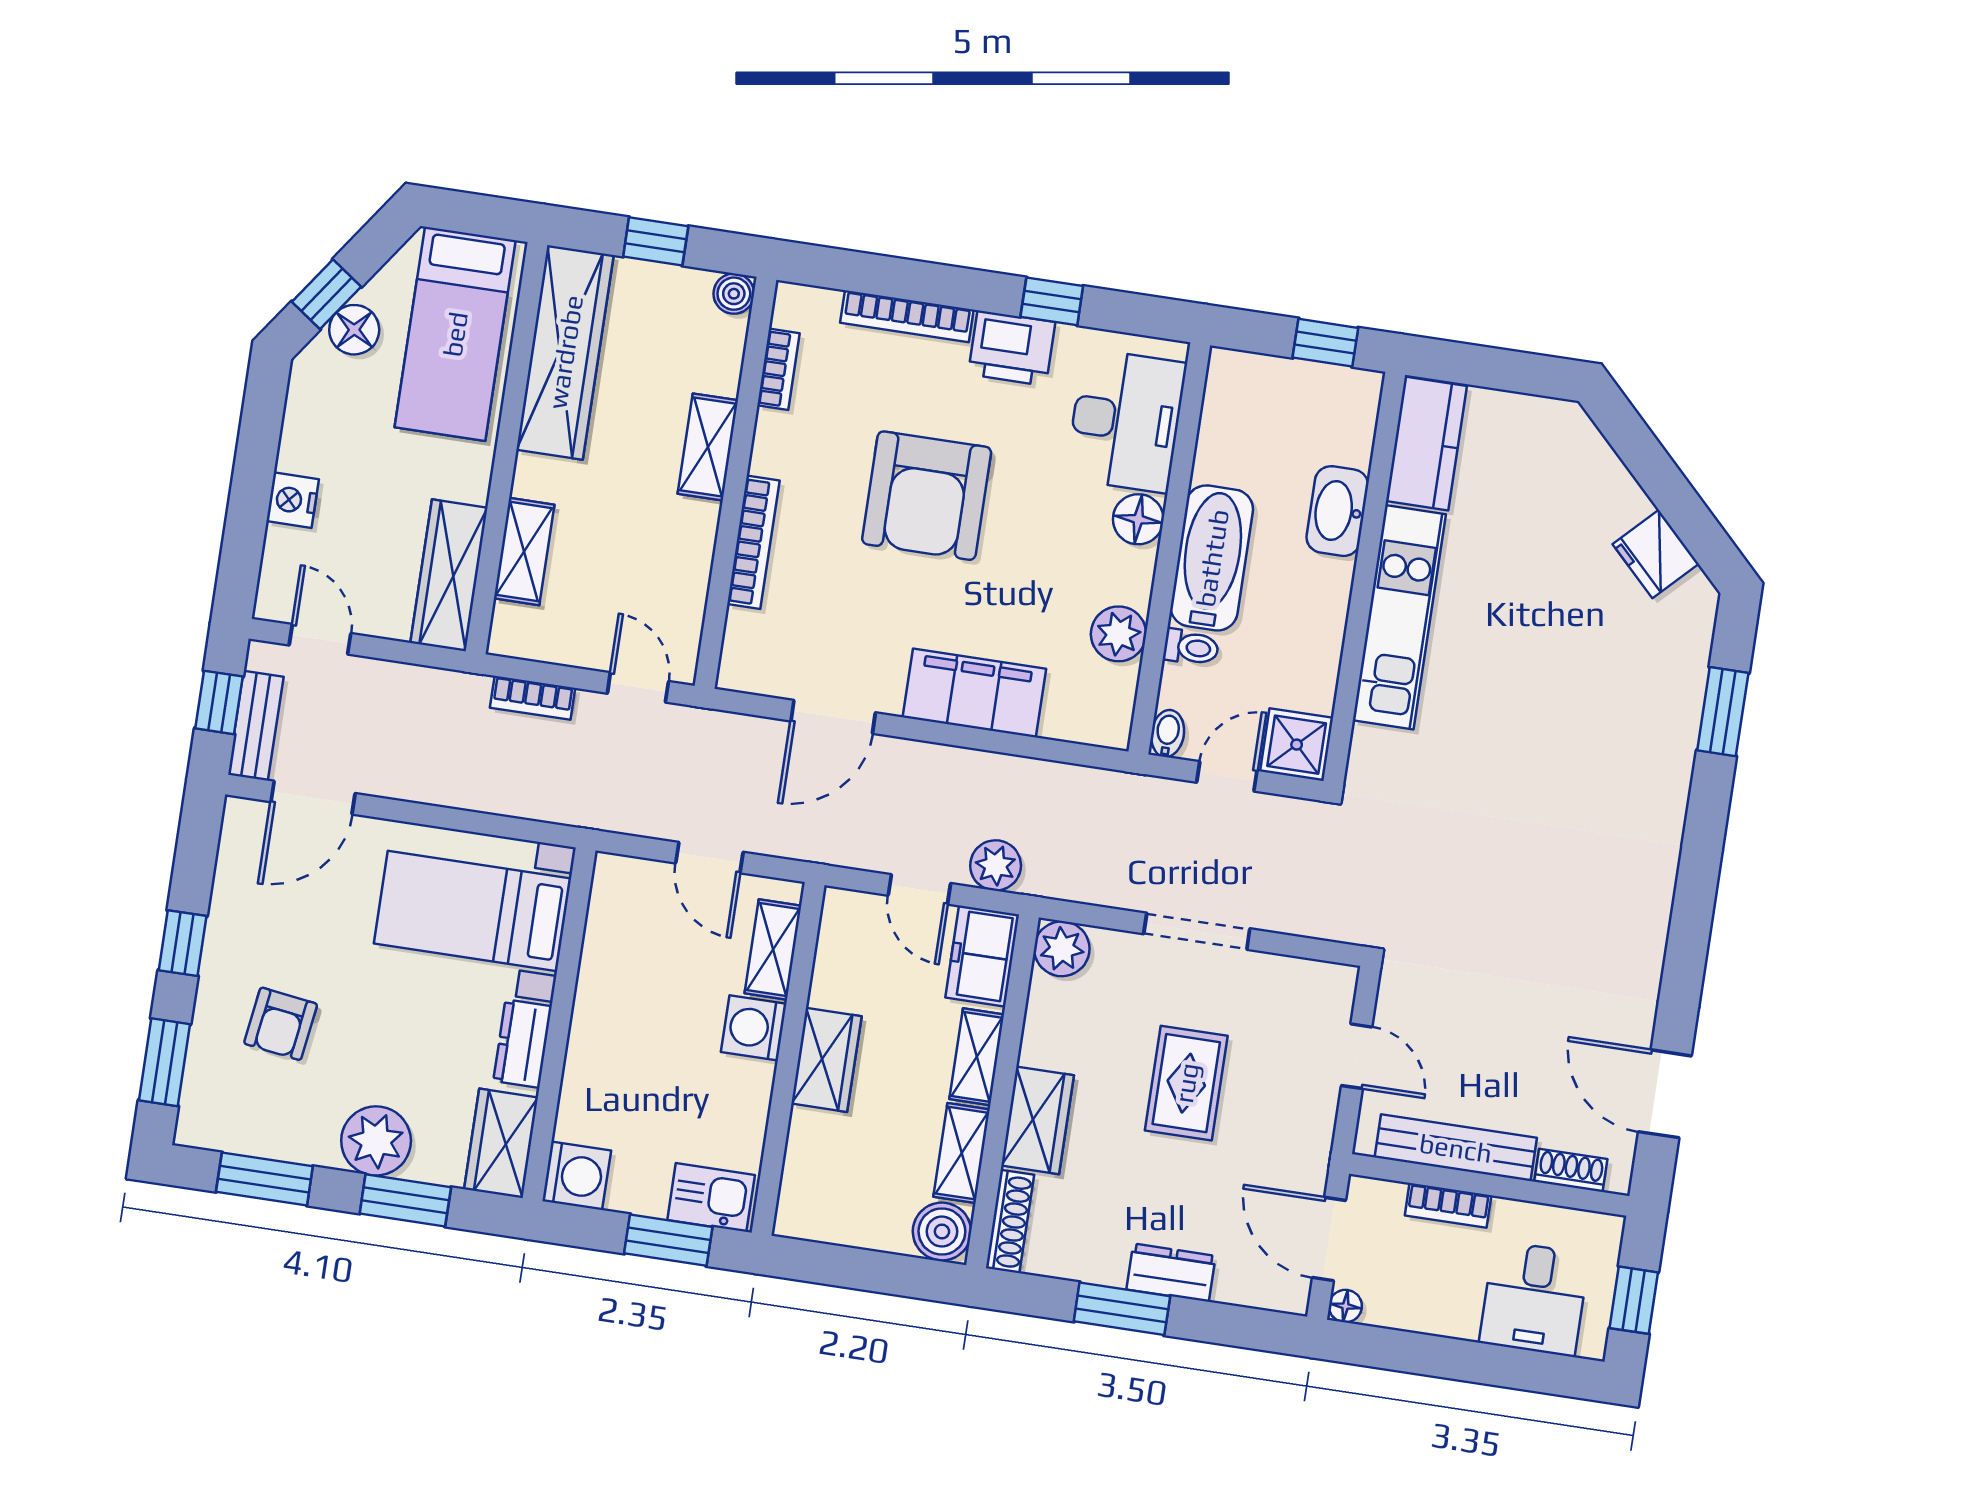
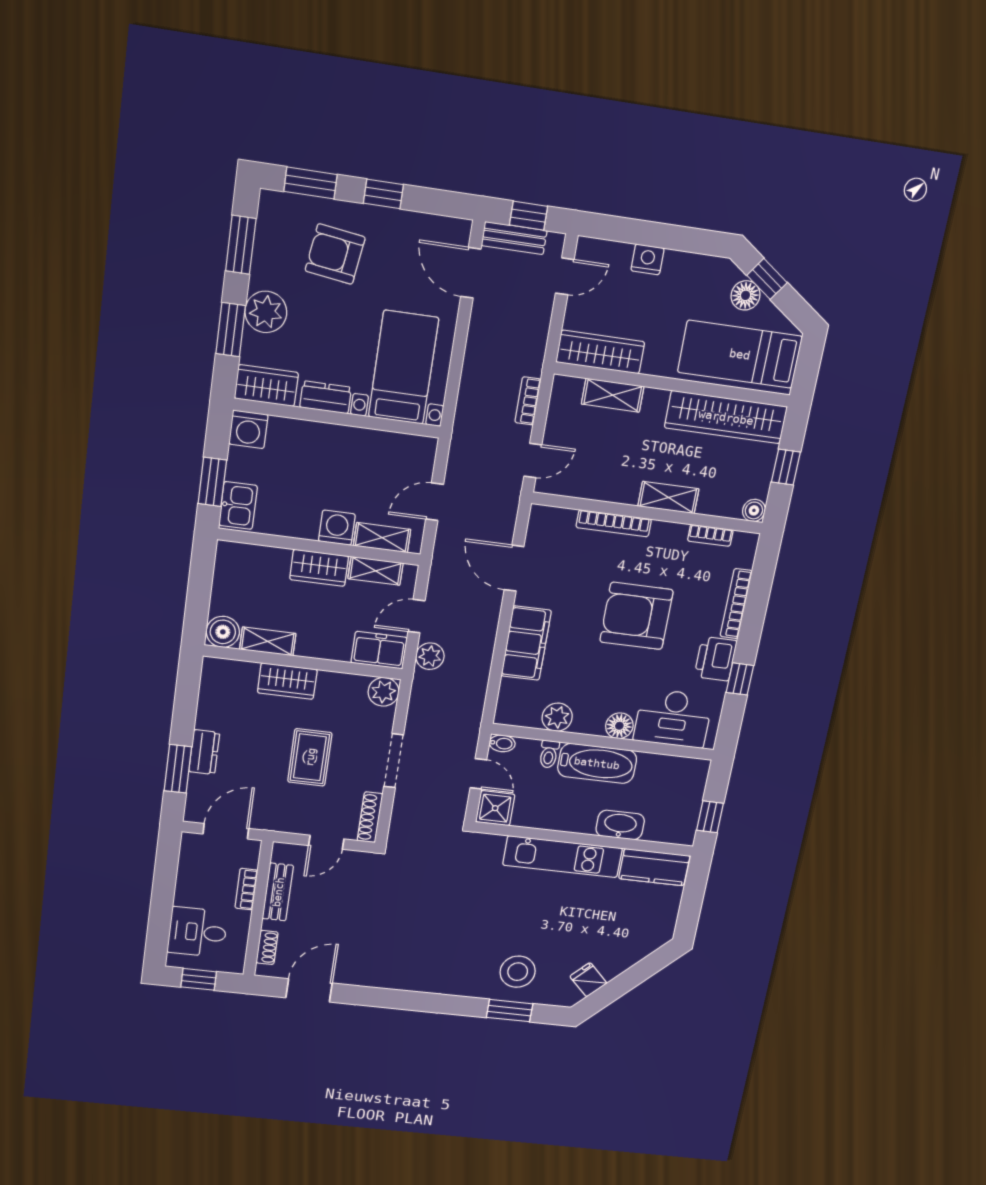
fridge: (1656, 554) -> (588, 980), width x0.72
stool: (1639, 698) -> (518, 972), added
armchair: (281, 1024) -> (335, 254), width x1.38, depth x1.38
shelving: (977, 1057) -> (375, 571), moved
rug: (1186, 1083) -> (310, 757), turned 90
bench: (1456, 1148) -> (278, 892), width x0.73
shoe rack: (1010, 1221) -> (370, 817), moved, turned 90
floor lamp: (1345, 1306) -> (189, 840), removed
window: (1122, 1309) -> (178, 769), moved

